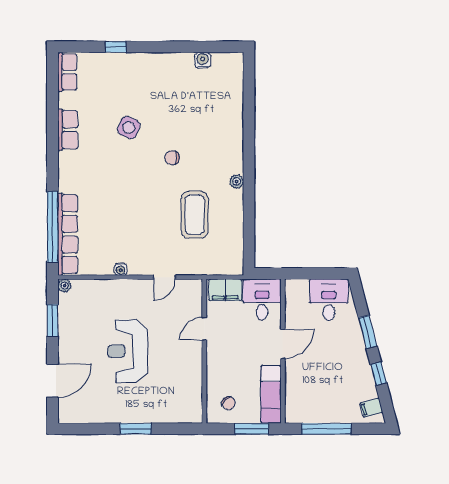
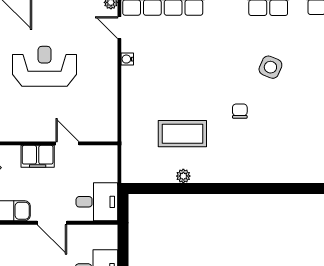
plant: (237, 182) -> (183, 176), moved
door: (165, 277) -> (119, 28), moved
filing cabinet: (225, 290) -> (38, 156), moved, turned -90

